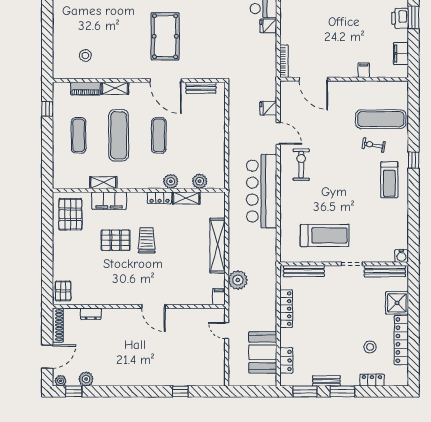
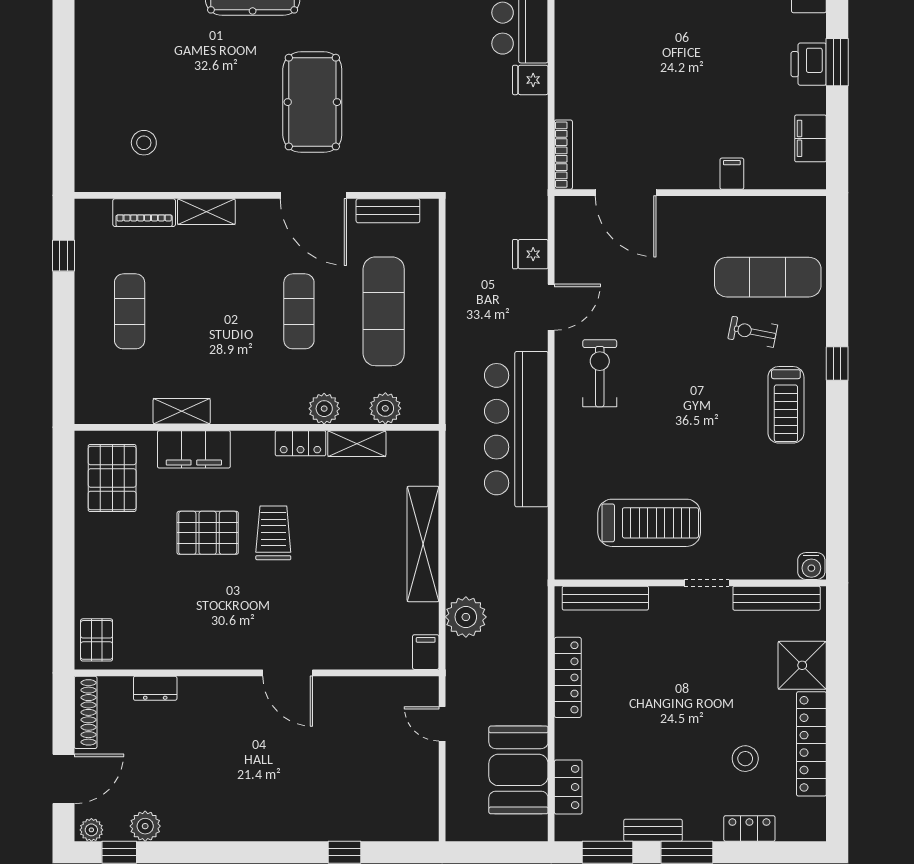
door: (278, 133) -> (551, 307), hinge flipped
exercise mat: (119, 135) -> (384, 311), moved

